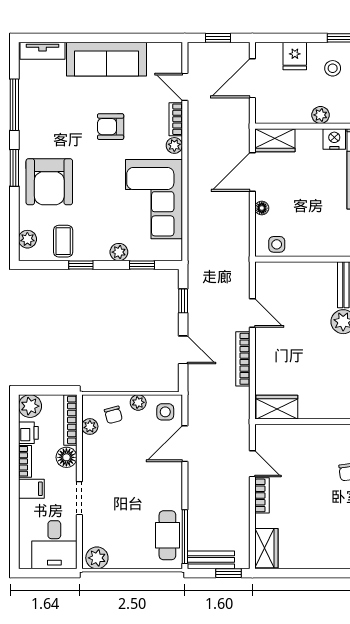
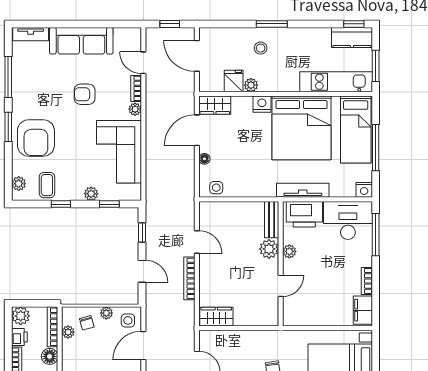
fridge: (295, 56) -> (234, 81), moved, turned 180
door: (252, 78) -> (197, 56), hinge flipped

